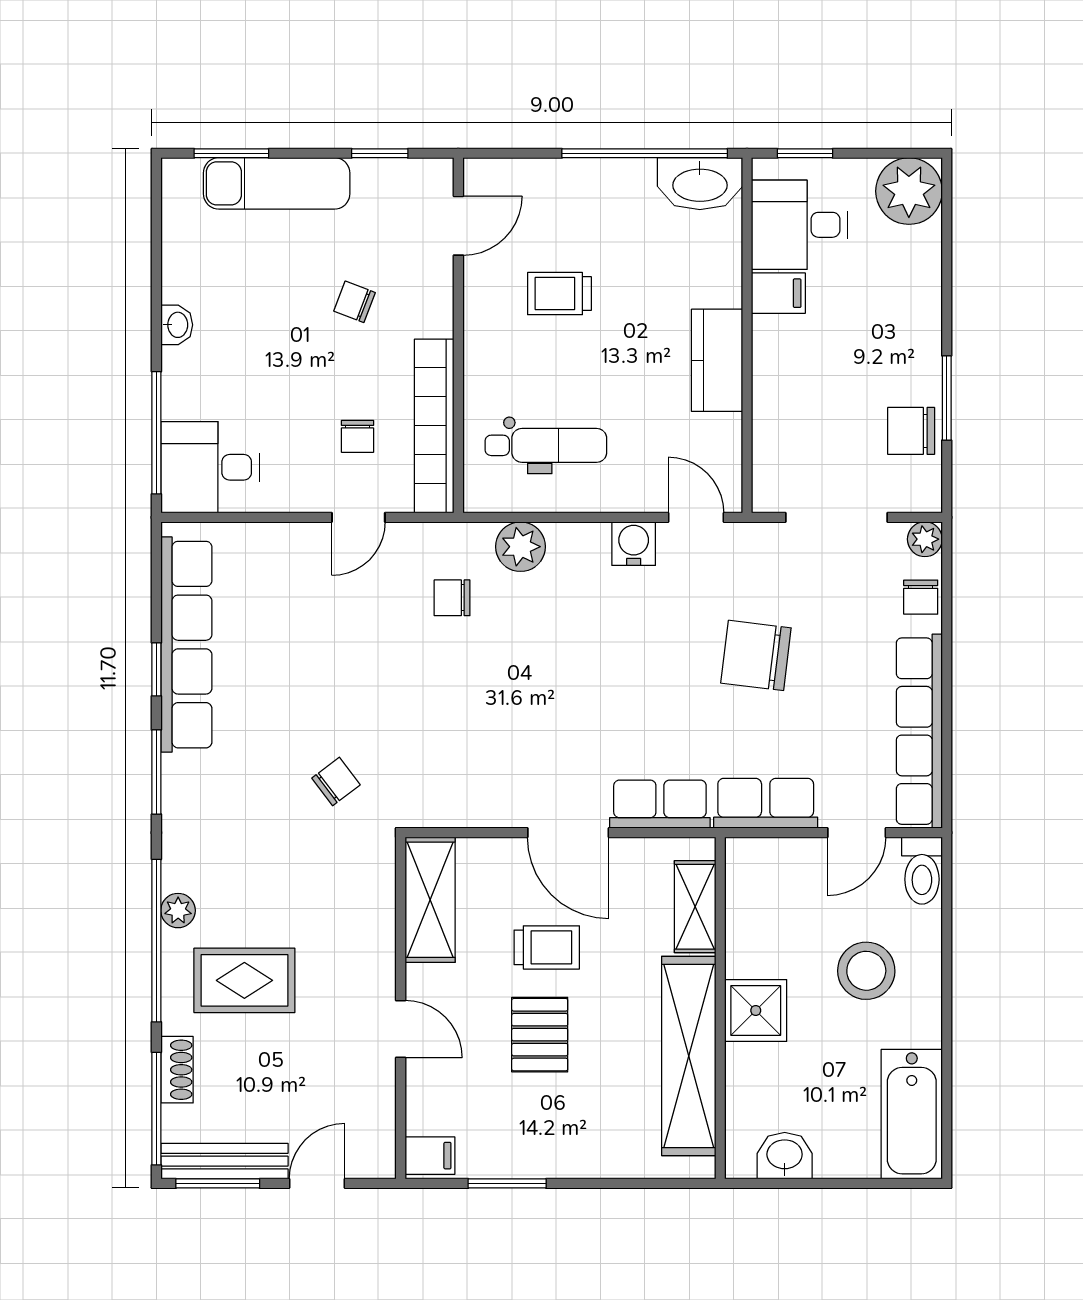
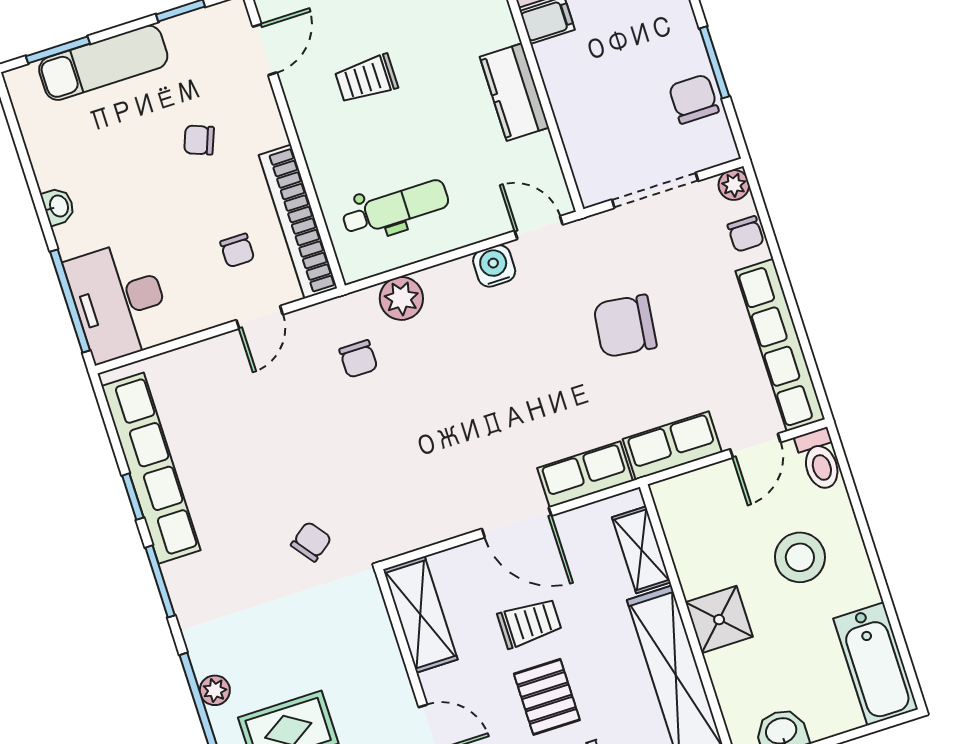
chair: (911, 431) -> (694, 99), turned 90
desk: (210, 467) -> (119, 301), width x1.37
chair: (452, 598) -> (358, 359), turned -90

